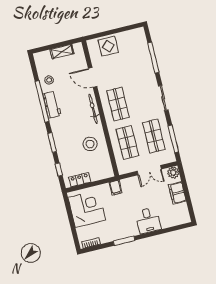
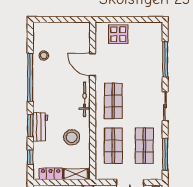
shelving: (62, 52) -> (76, 174), moved
workbench: (52, 105) -> (40, 127), moved

